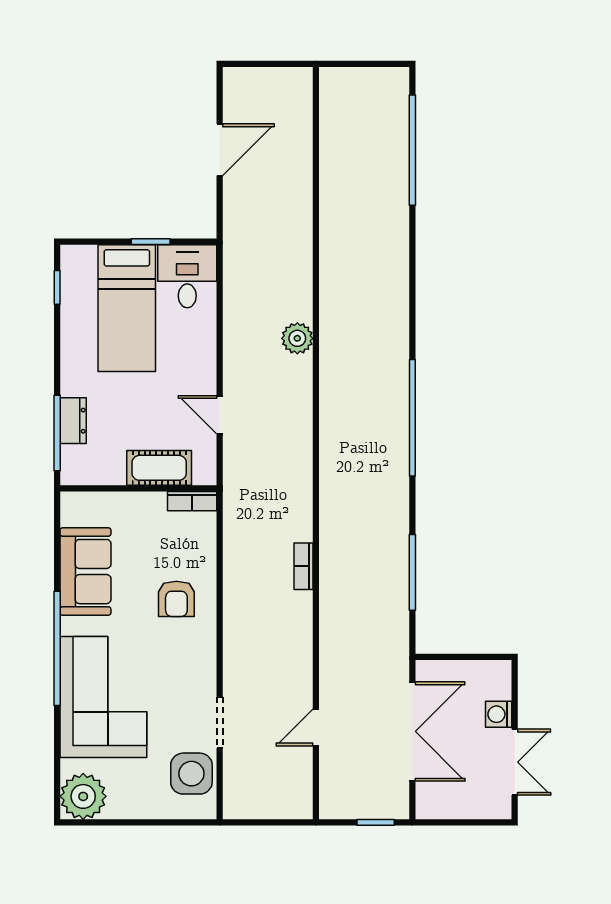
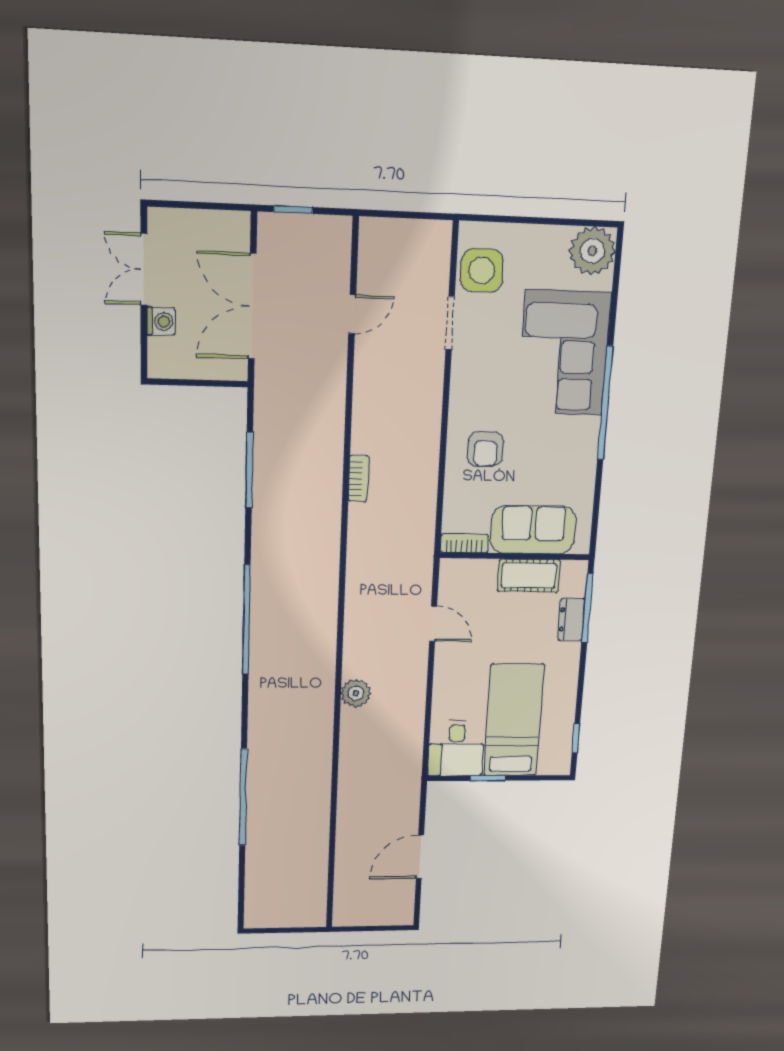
window: (412, 150) -> (243, 797), moved
cot: (159, 468) -> (529, 576), moved
sofa: (85, 572) -> (533, 530), moved, turned 90
armchair: (176, 599) -> (485, 449), turned 180

